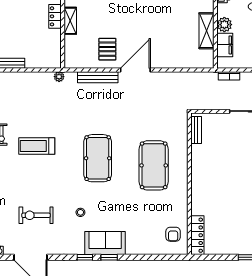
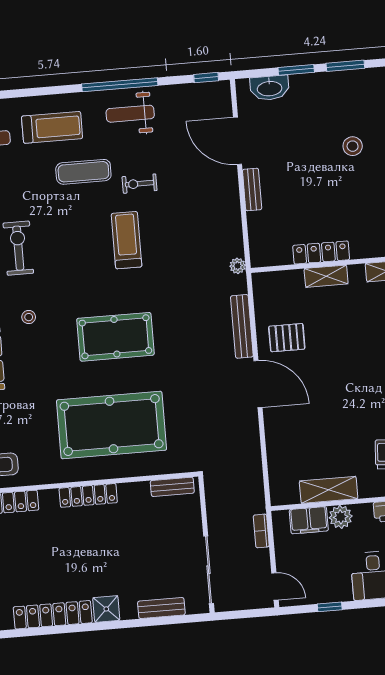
locker: (55, 16) -> (321, 253), width x1.53
pool table: (154, 165) -> (112, 425), width x1.36, depth x1.32
locker: (197, 184) -> (88, 495), added

